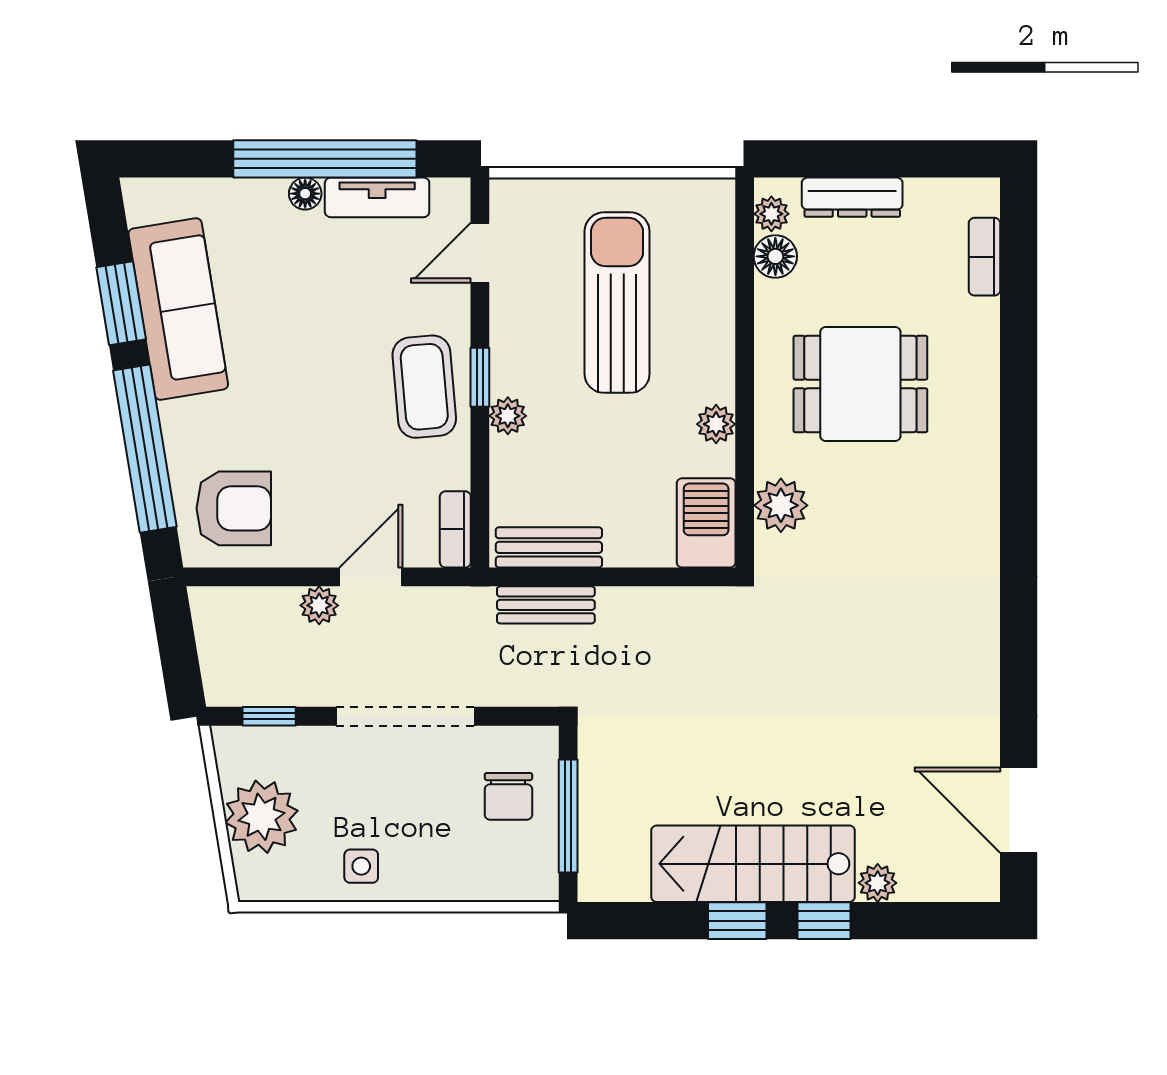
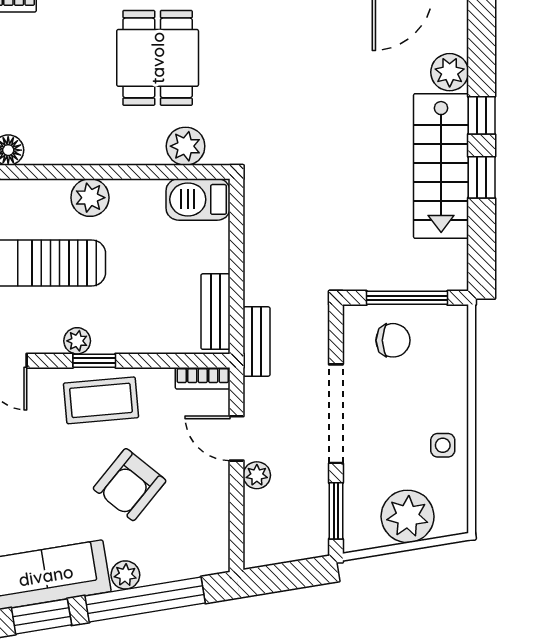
dining table: (860, 384) -> (158, 58), moved
plant: (508, 416) -> (77, 341), moved
plant: (179, 421) -> (125, 575), added
plant: (716, 424) -> (90, 198), moved, width x1.38, depth x1.38
armchair: (234, 508) -> (130, 485), moved, turned -141
bench: (546, 605) -> (257, 342), moved
window: (269, 716) -> (336, 511), width x1.50
plant: (878, 883) -> (450, 72), width x1.38, depth x1.38

